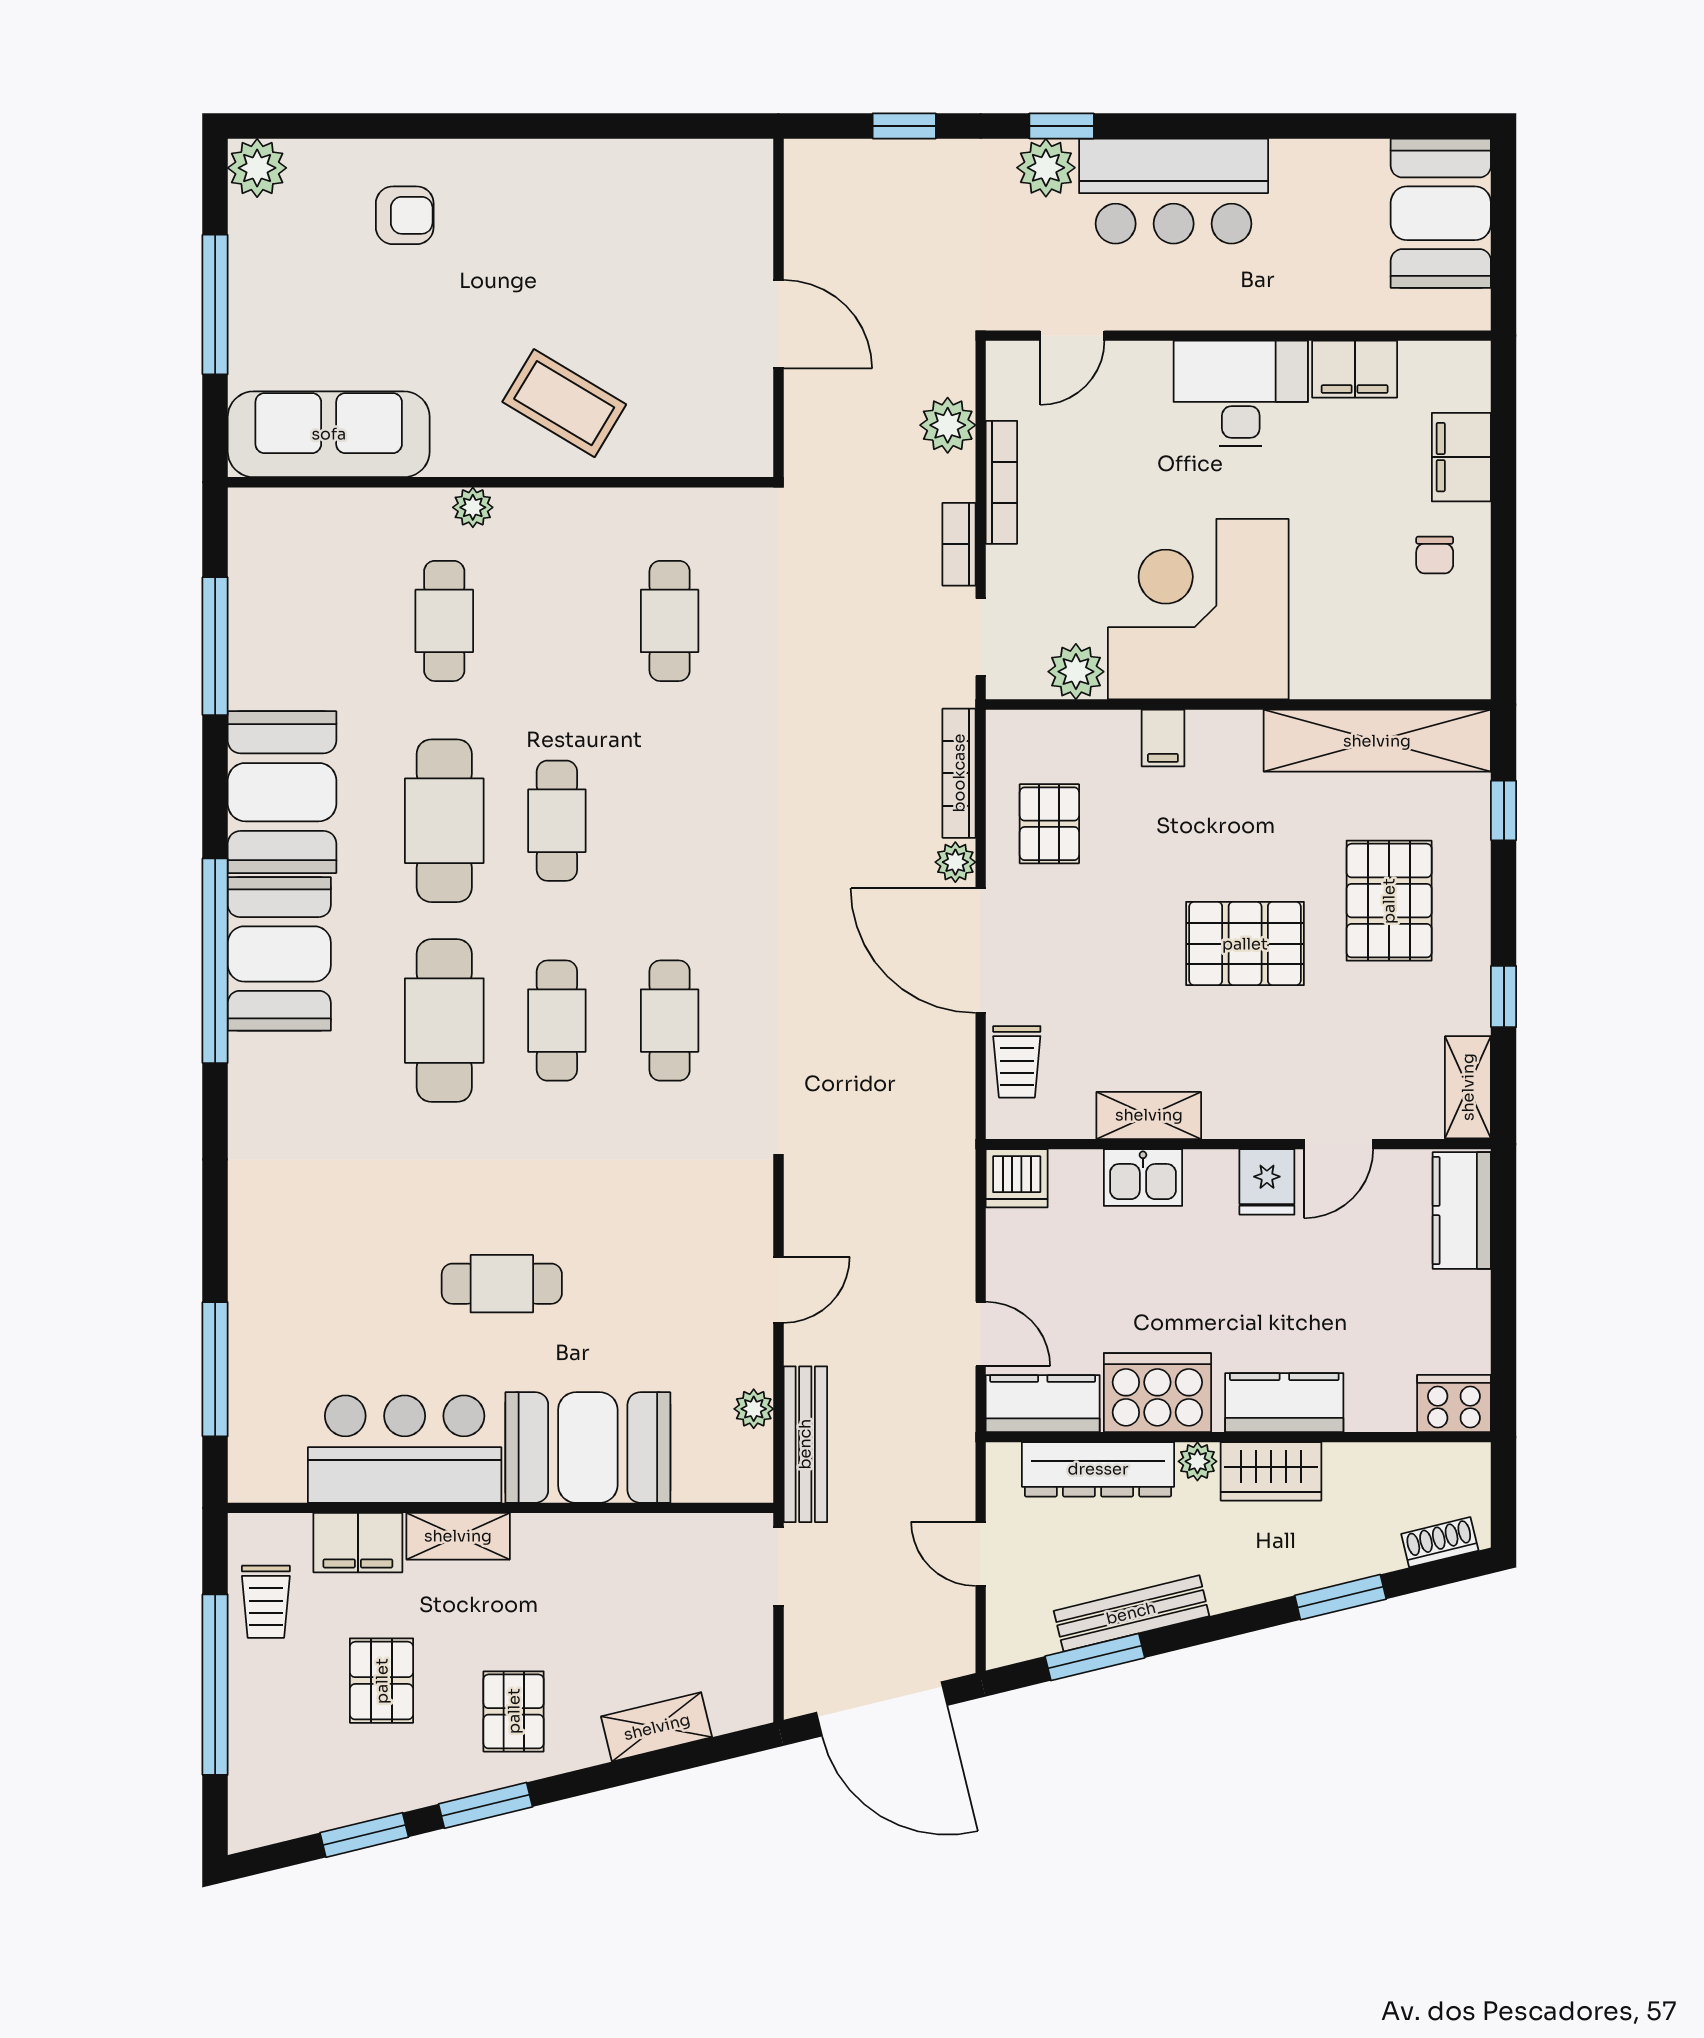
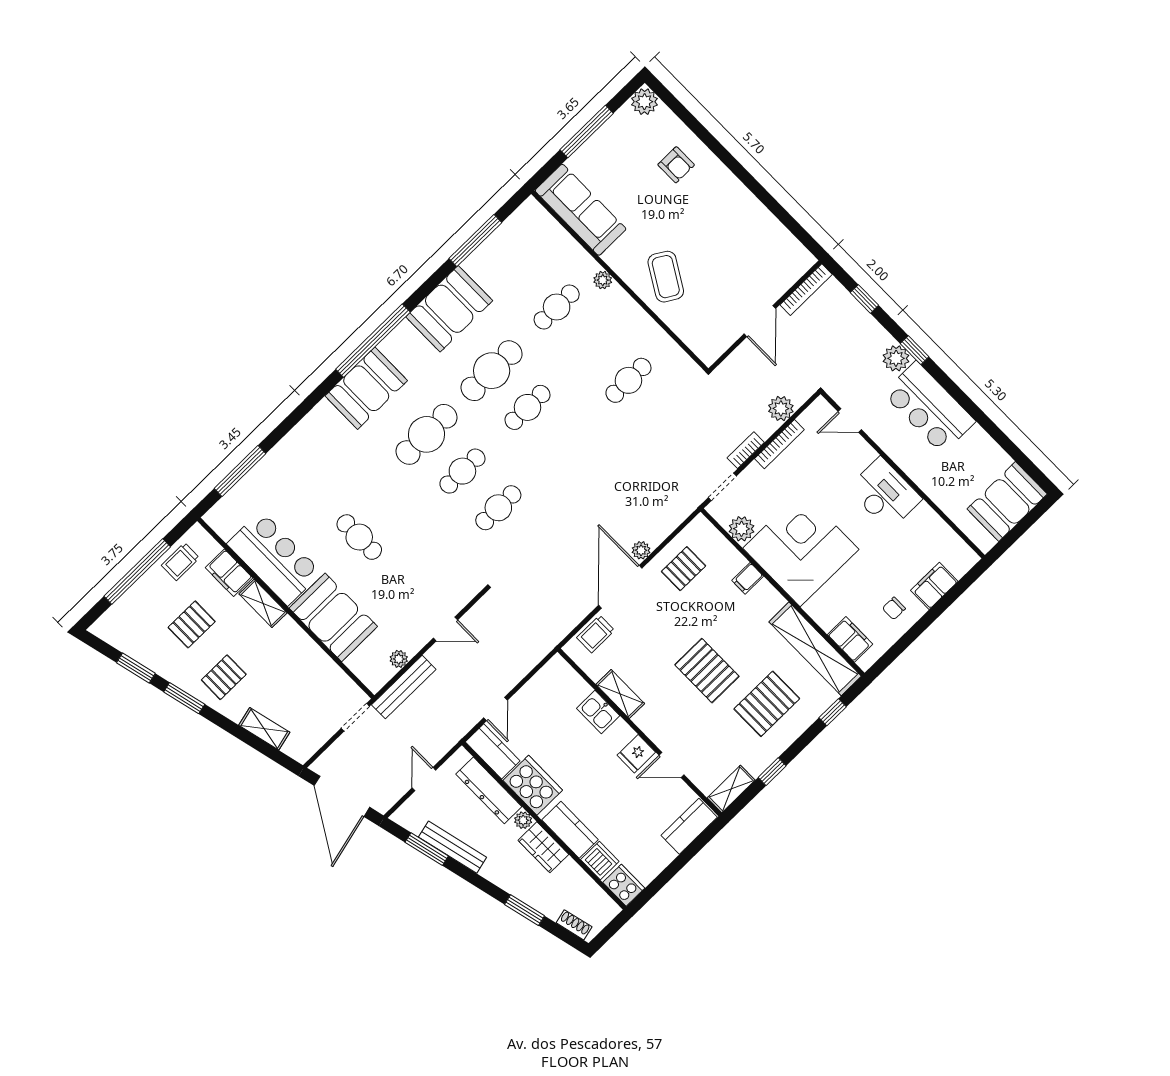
filing cabinet: (1355, 369) -> (850, 639), moved, turned 180
bookcase: (959, 773) -> (806, 290), moved, turned 180
booth: (279, 954) -> (366, 388), moved
dishwasher: (1017, 1178) -> (600, 861), moved, turned 180

